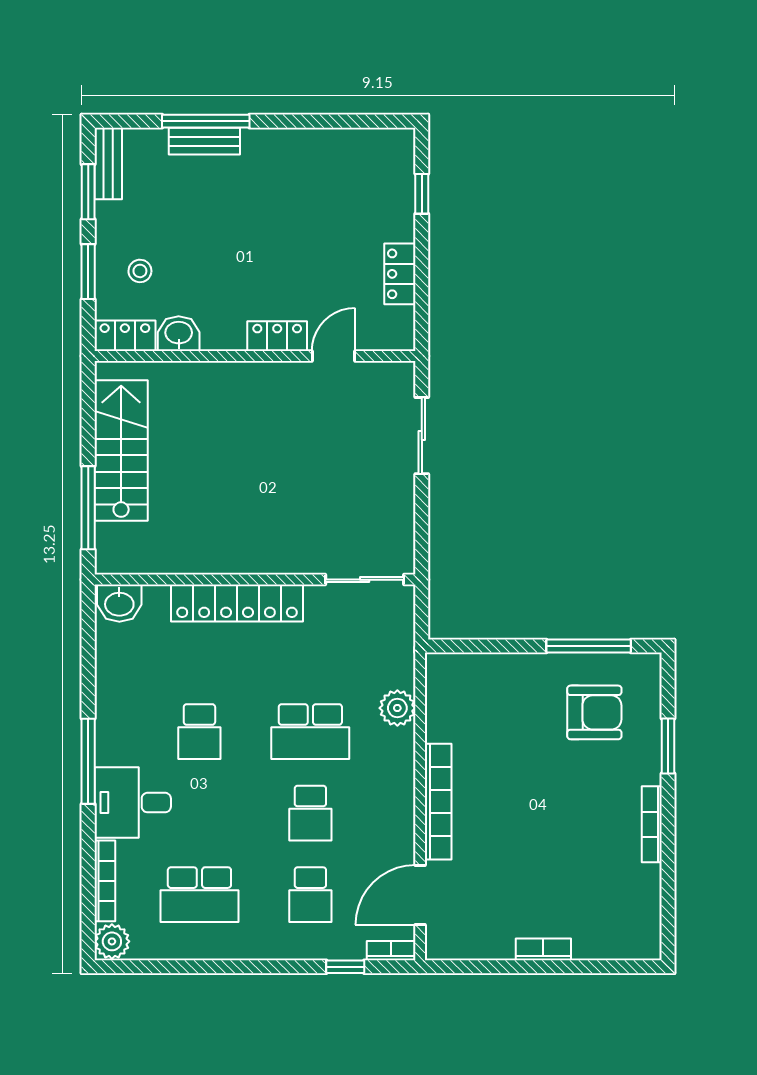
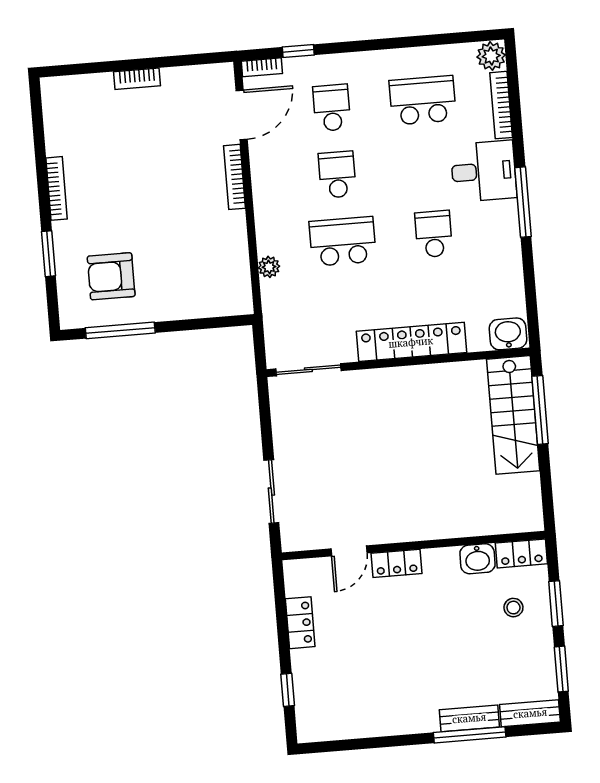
bench: (108, 164) -> (530, 713), moved, turned 90
stairs: (121, 450) -> (513, 415), moved
plant: (397, 708) -> (269, 267), width x0.73, depth x0.73
bookcase: (438, 802) -> (235, 177), width x0.68, depth x0.76

